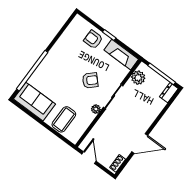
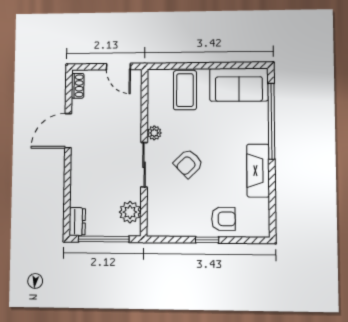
fireplace: (121, 55) -> (258, 171), moved, turned -90

